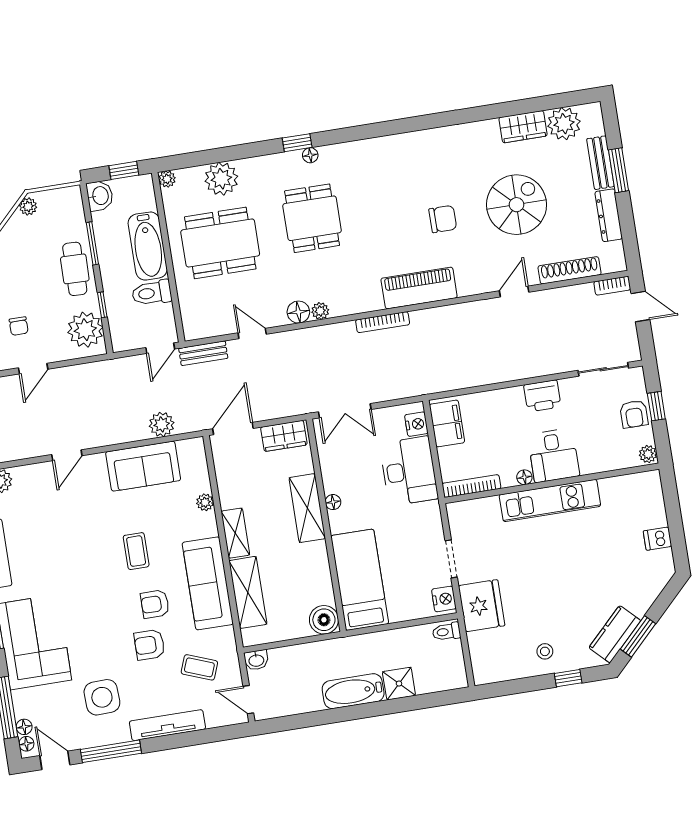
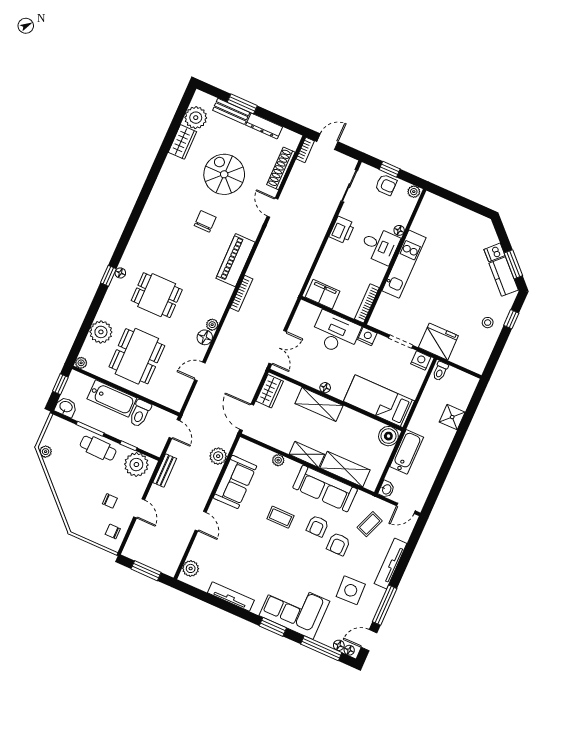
bench: (203, 353) -> (165, 470), moved
nightstand: (416, 424) -> (367, 336), moved
floor lamp: (524, 477) -> (399, 230), moved
dishwasher: (658, 539) -> (494, 252), moved, turned 45
bathtub: (353, 691) -> (407, 452), moved, turned 180

